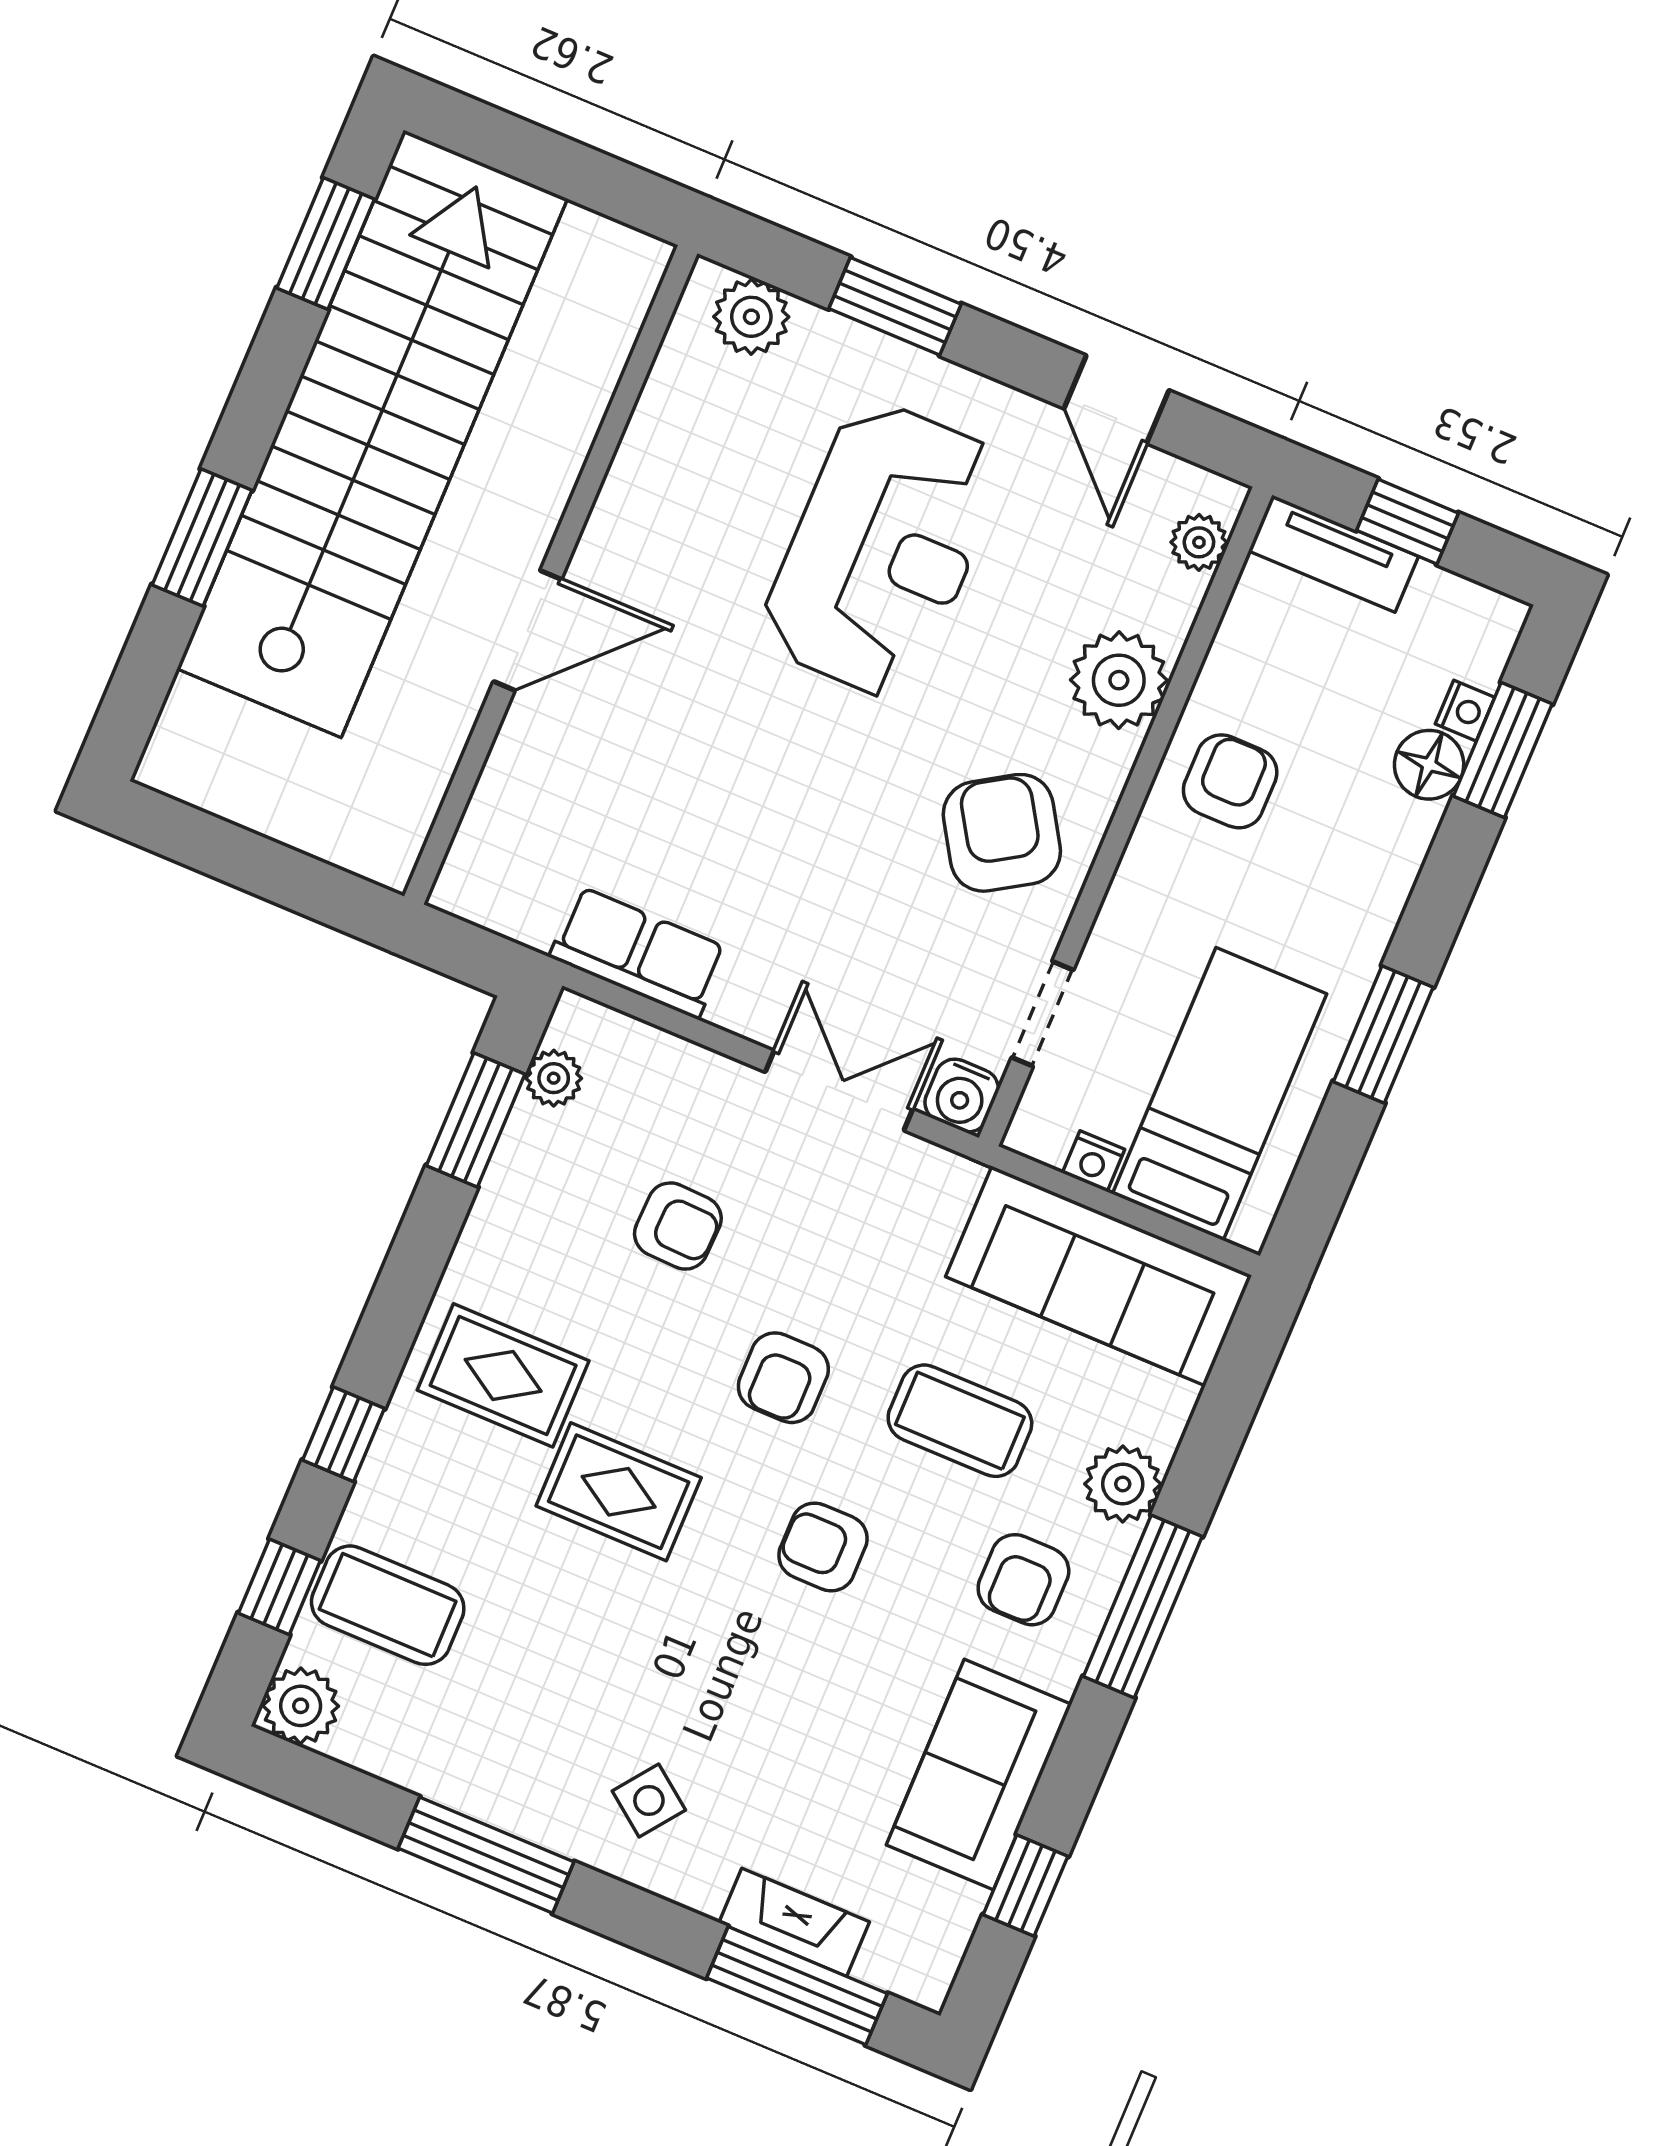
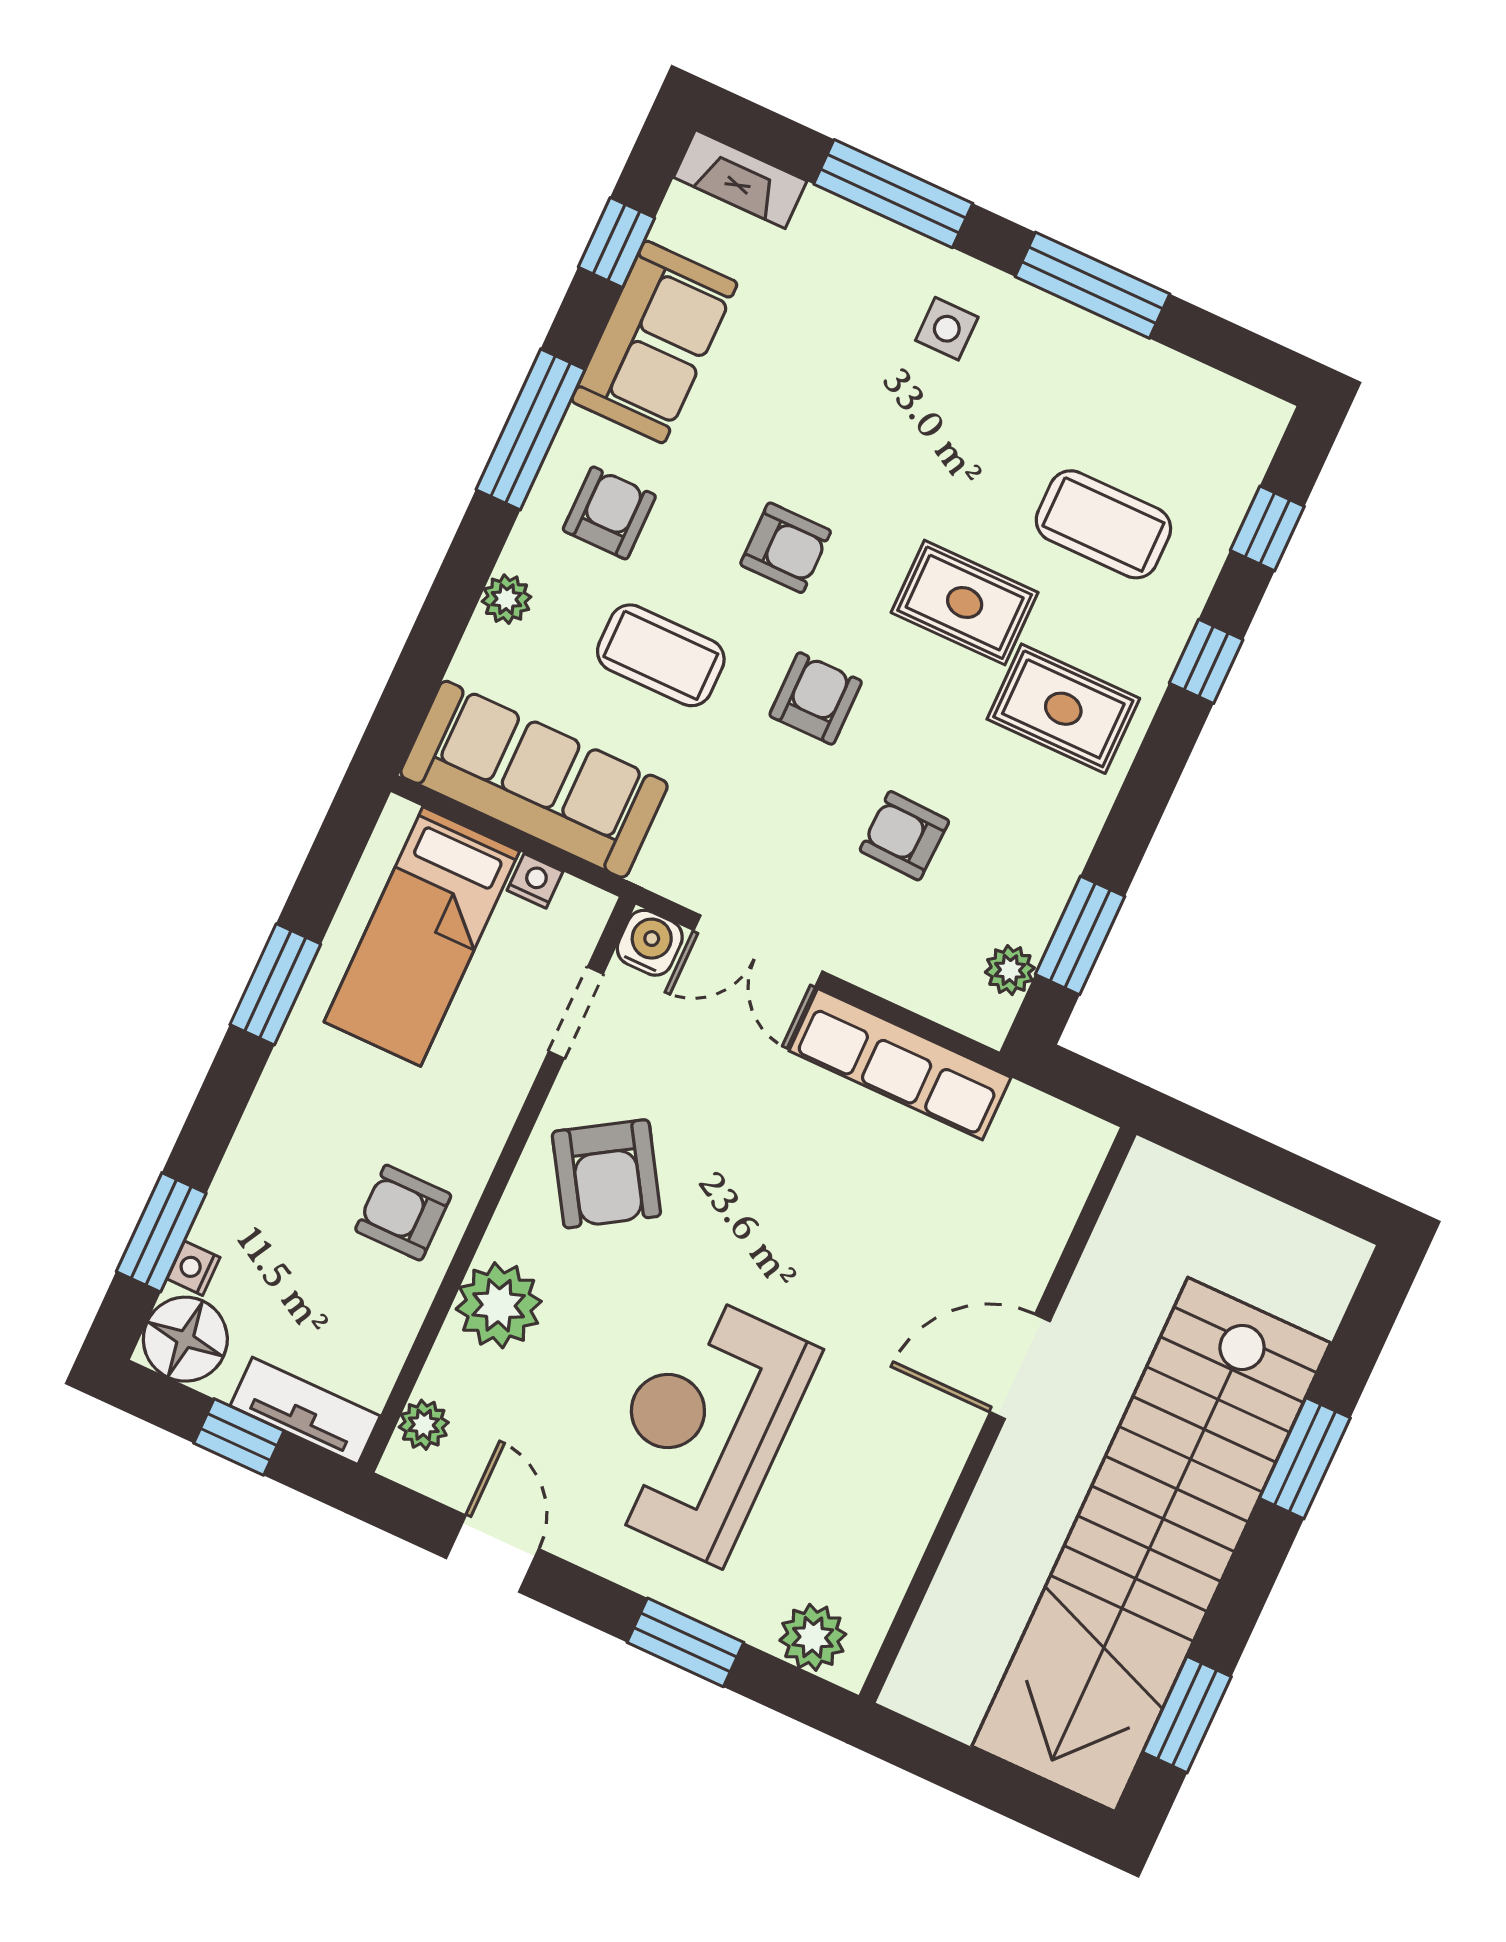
floor lamp: (1429, 765) -> (185, 1339), moved, width x1.38, depth x1.38
armchair: (1230, 781) -> (403, 1213), turned 90
row of seats: (638, 953) -> (900, 1064), width x1.48
plant: (1123, 1484) -> (506, 599), width x0.73, depth x0.73
coffee table: (388, 1605) -> (1103, 524), moved
window: (1143, 1606) -> (531, 429), moved
plant: (301, 1706) -> (1252, 423), removed
side table: (649, 1800) -> (947, 329), turned -37
fireplace: (794, 1922) -> (740, 179), moved
window: (797, 1986) -> (893, 194), moved

